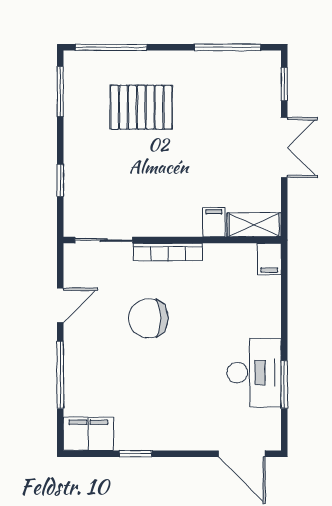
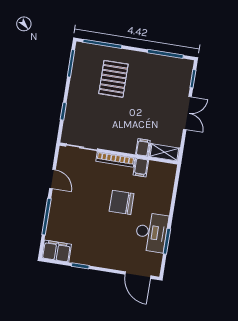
pallet: (141, 107) -> (113, 79), turned 90
filing cabinet: (269, 259) -> (141, 168), moved
door: (60, 305) -> (52, 179), hinge flipped
chair: (148, 318) -> (122, 202), moved

